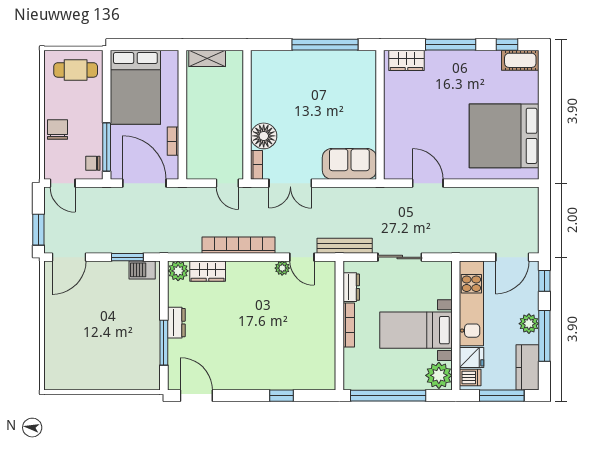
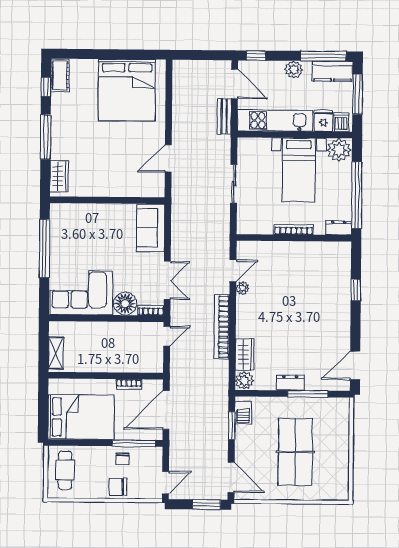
corner sofa: (276, 87) -> (81, 293), added
chair: (93, 163) -> (123, 459), moved
bench: (345, 246) -> (224, 117), moved, width x0.73
dresser: (351, 287) -> (339, 228), moved
table tennis table: (98, 329) -> (295, 452), added
window: (544, 336) -> (323, 56), moved

